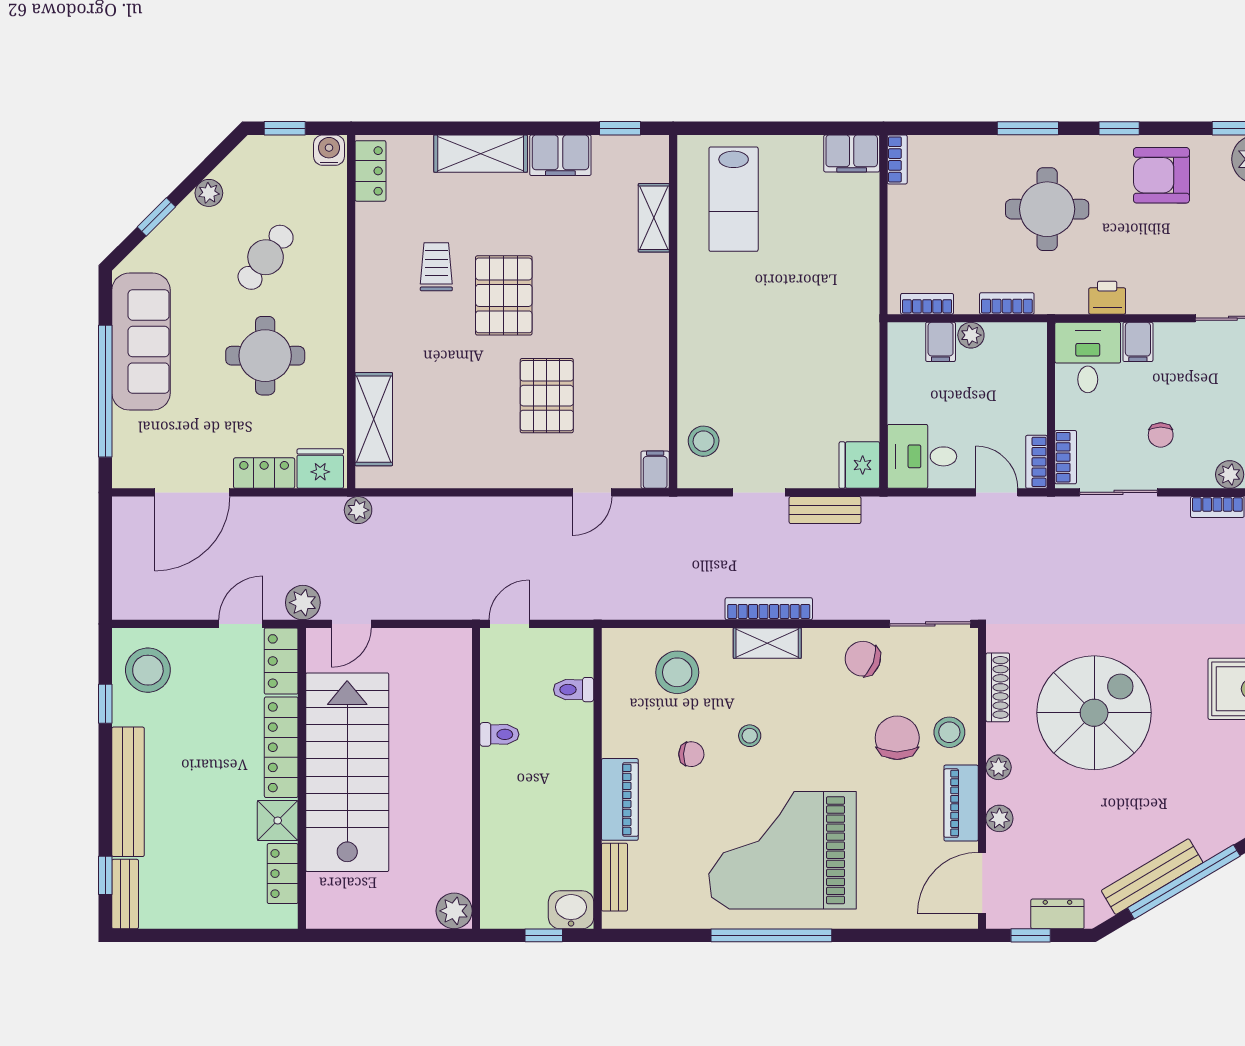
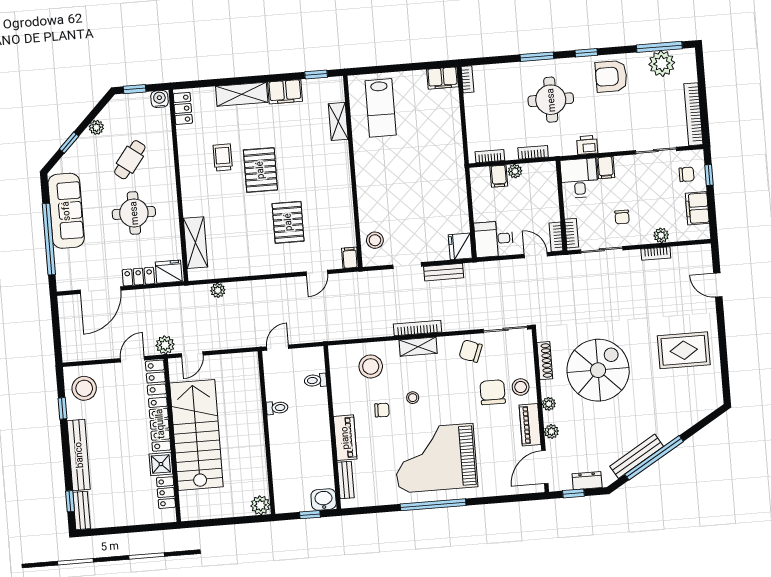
plant: (358, 510) -> (218, 290), moved

